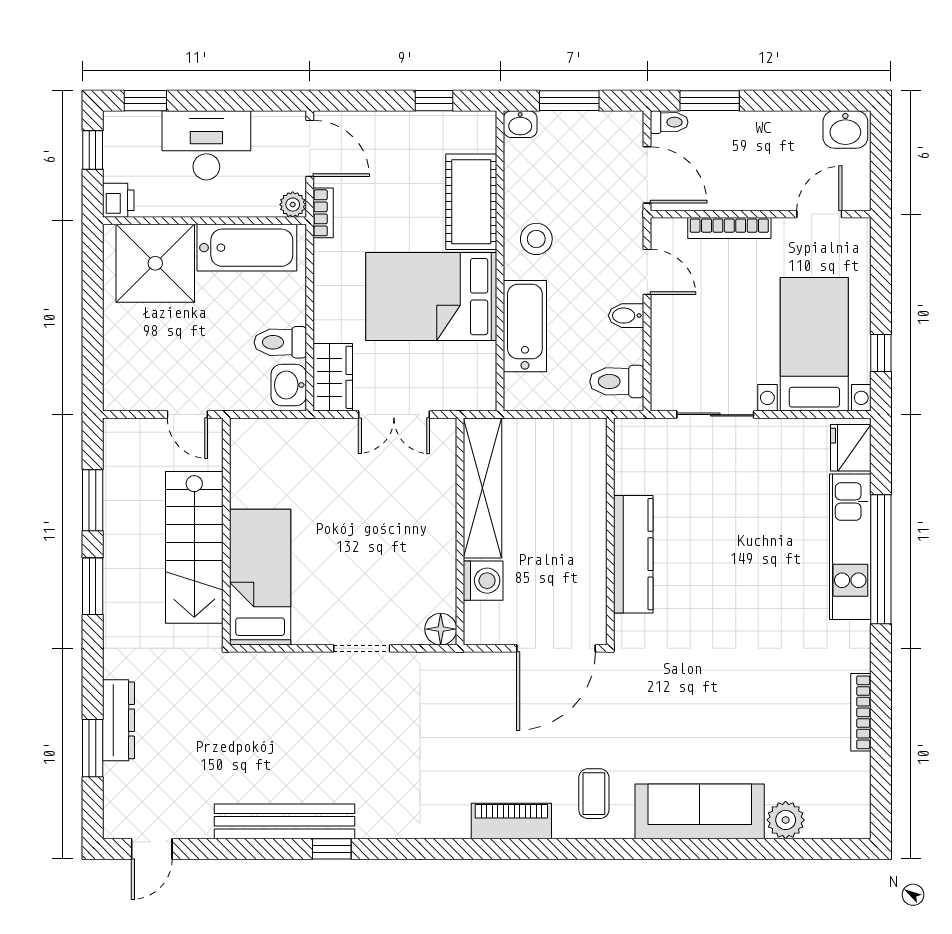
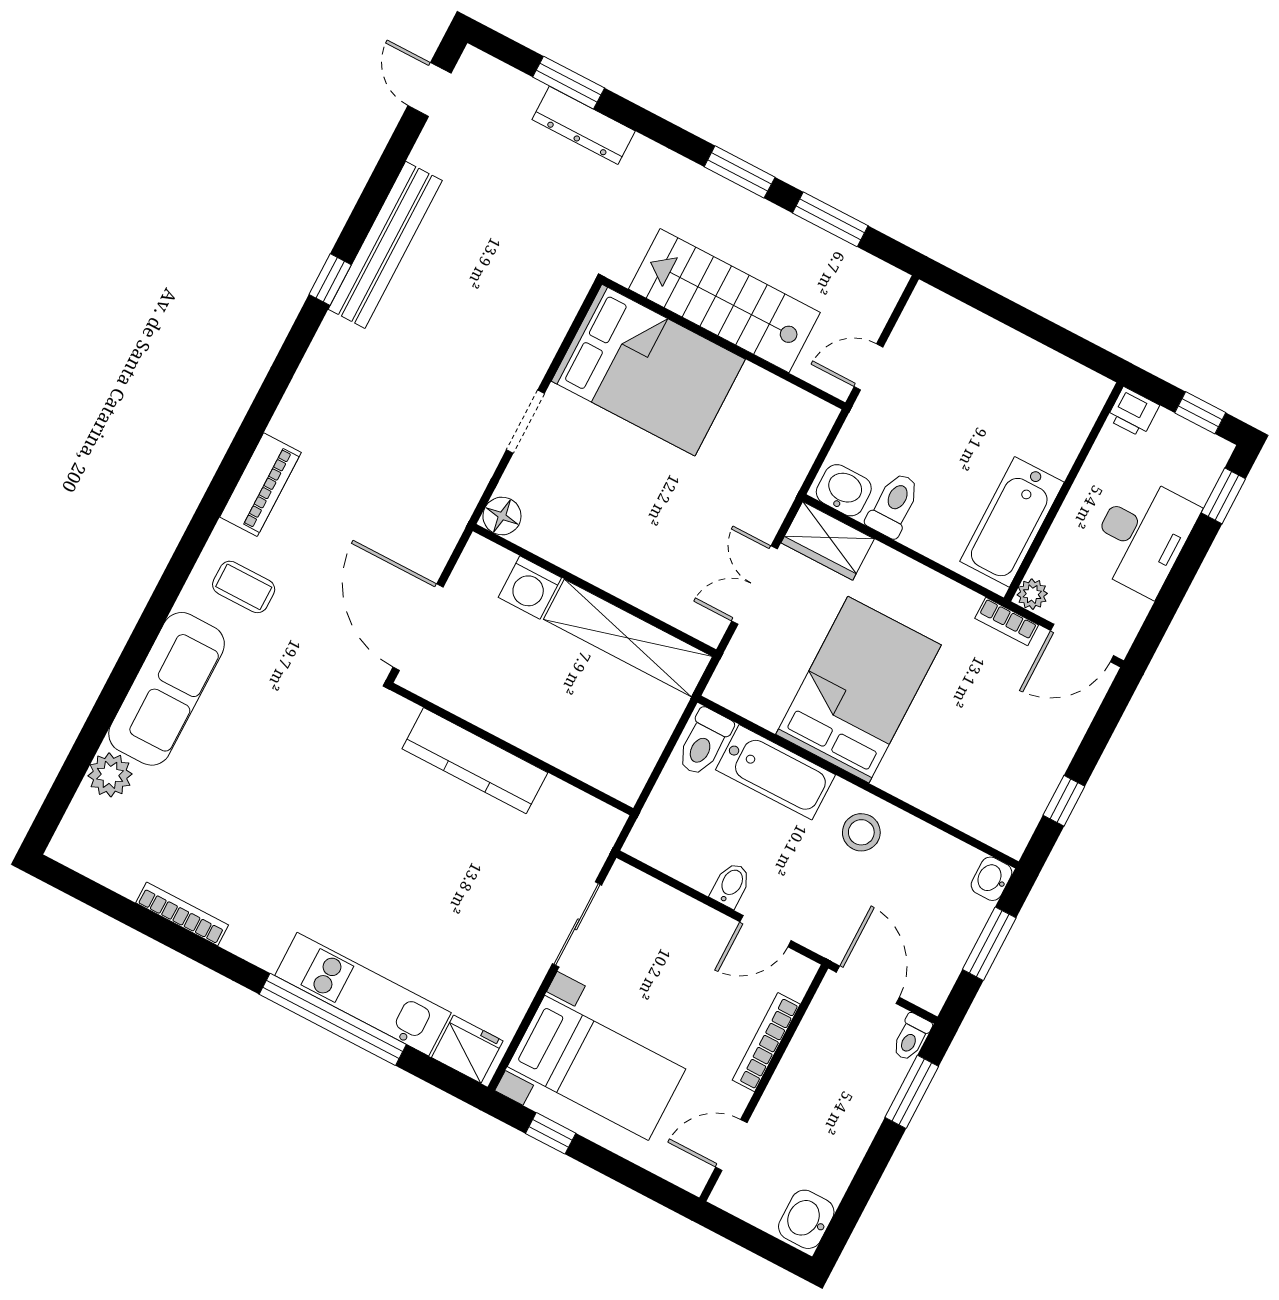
door: (647, 175) -> (868, 985), swing flipped
cot: (471, 202) -> (936, 784), removed
door: (819, 214) -> (731, 1145), swing flipped
shower: (155, 263) -> (1046, 416), removed
toilet: (617, 381) -> (704, 742), moved, turned 180
bed: (260, 577) -> (648, 370), width x1.50

